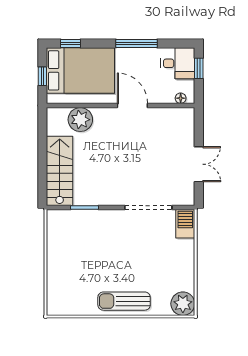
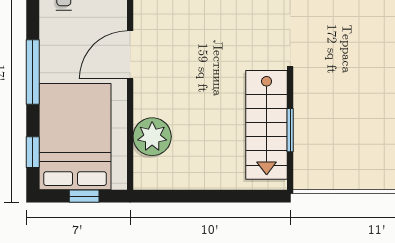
window: (136, 44) -> (33, 72), moved
stairs: (60, 171) -> (267, 125), moved, turned -90

